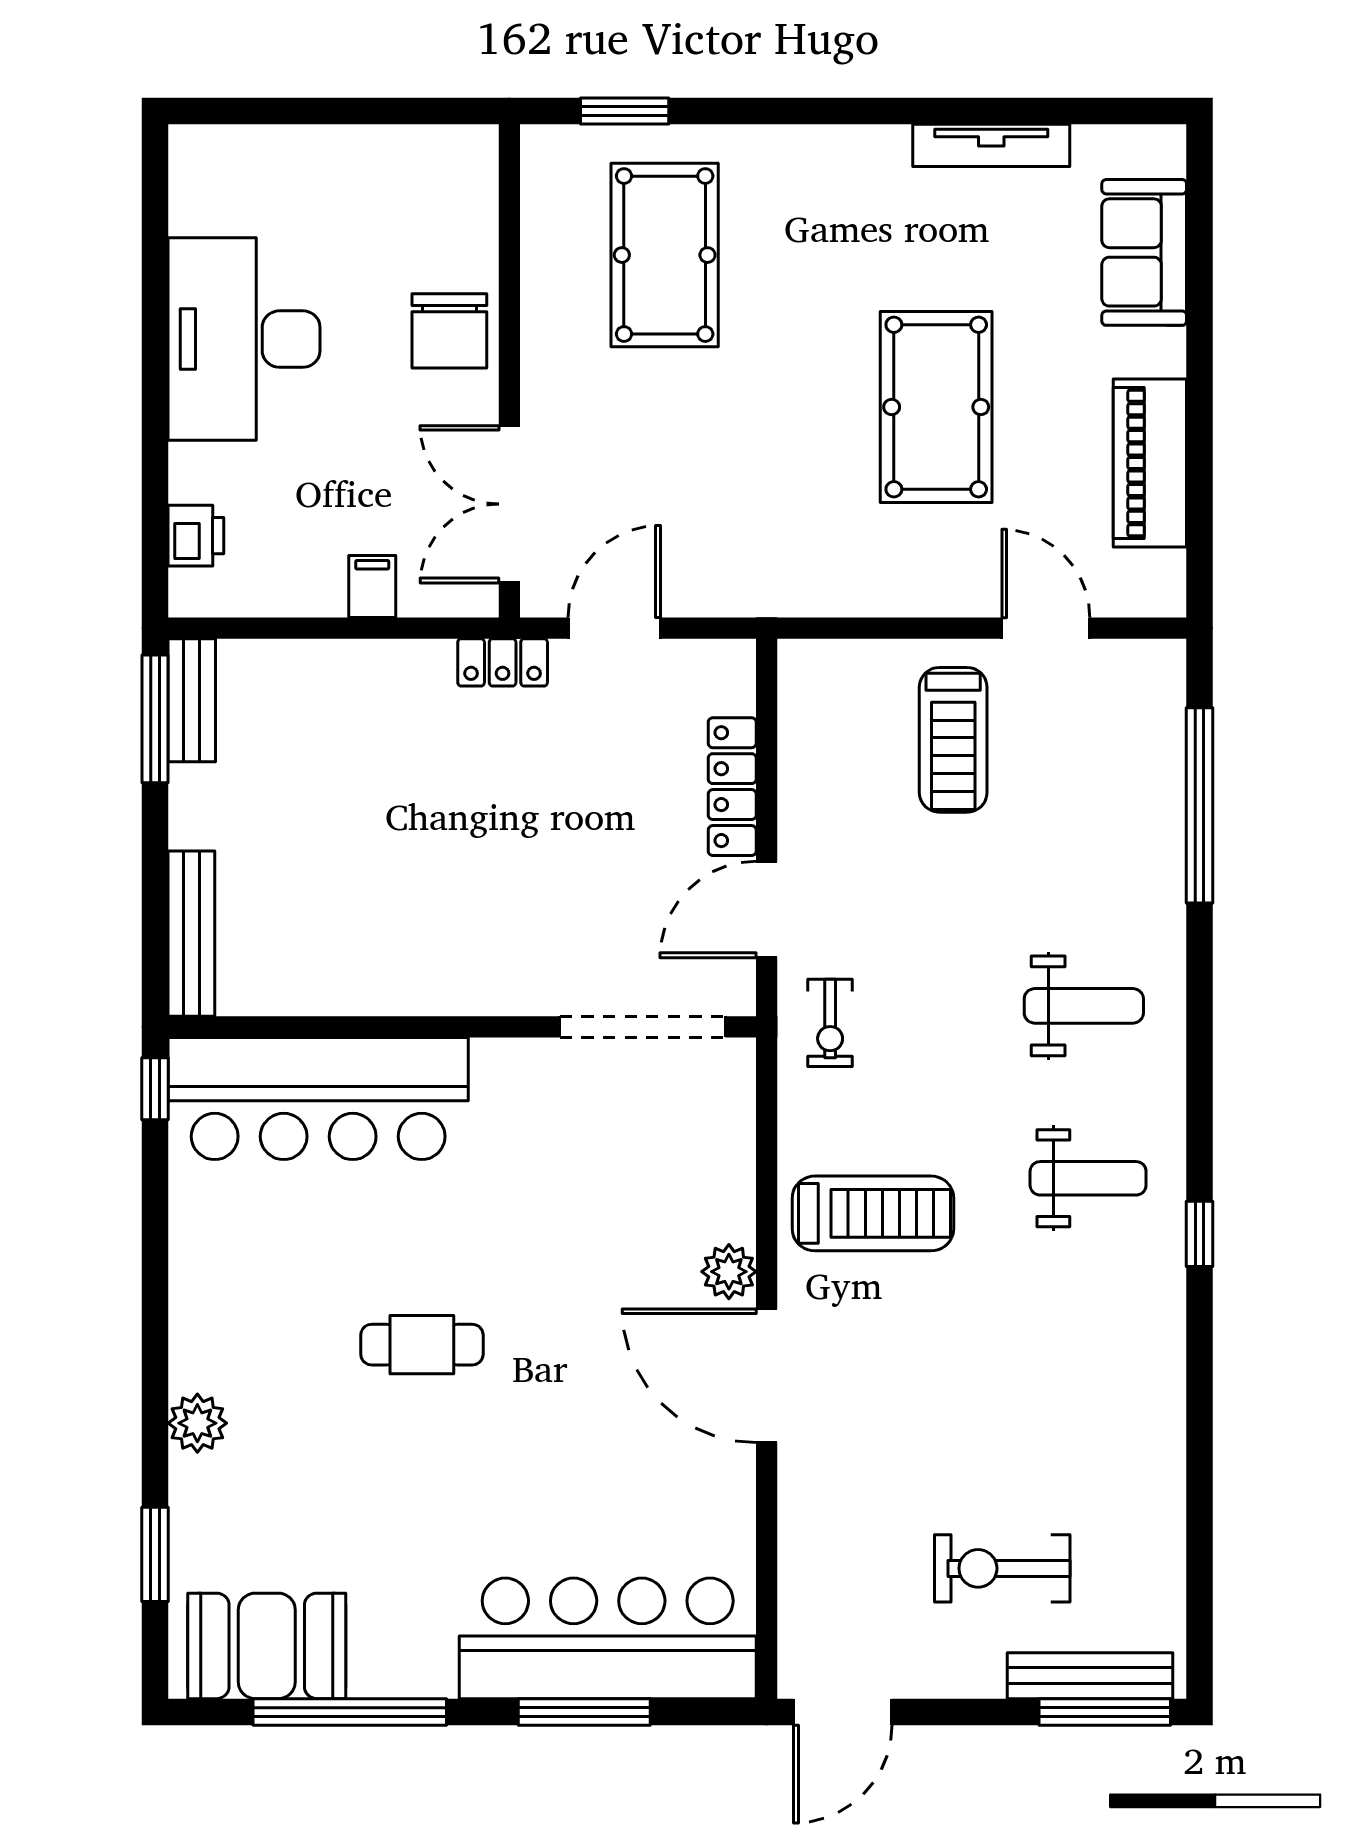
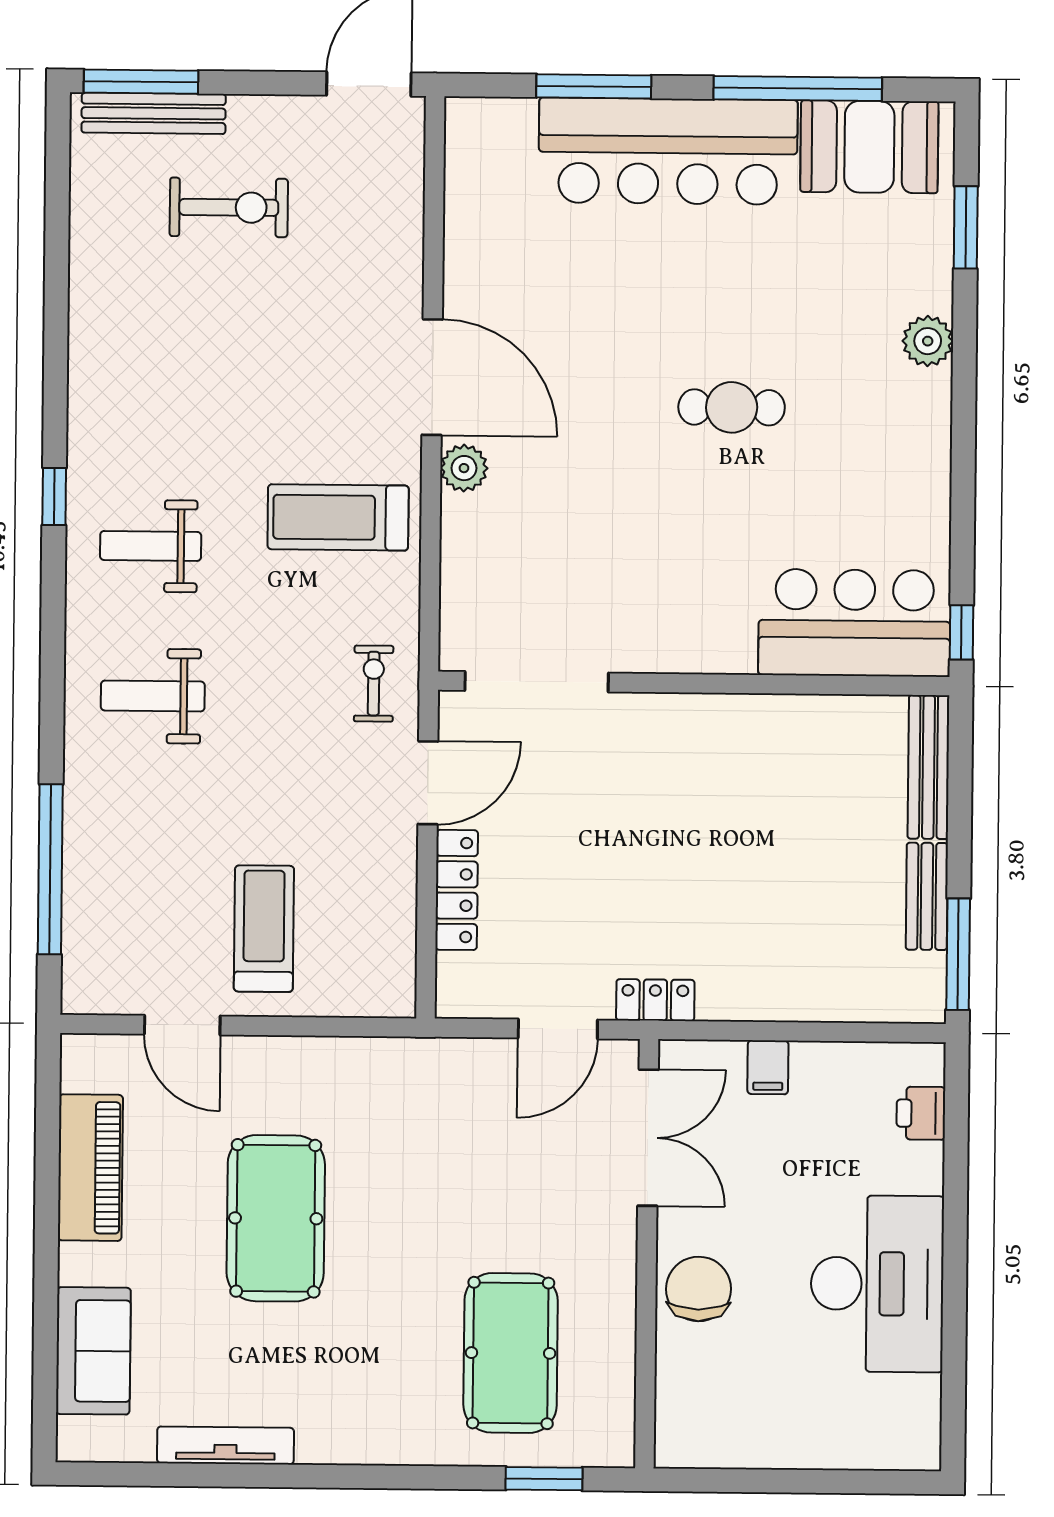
bench: (192, 700) -> (927, 896), moved
bar counter: (318, 1099) -> (854, 623), width x0.73
bar counter: (608, 1638) -> (668, 151), moved

